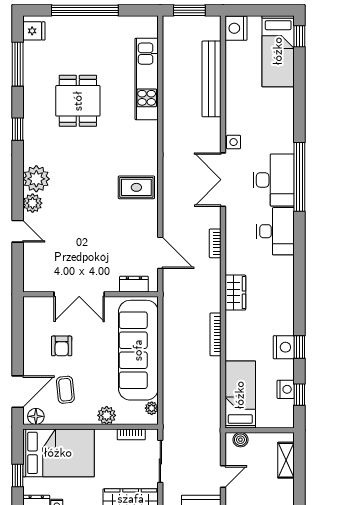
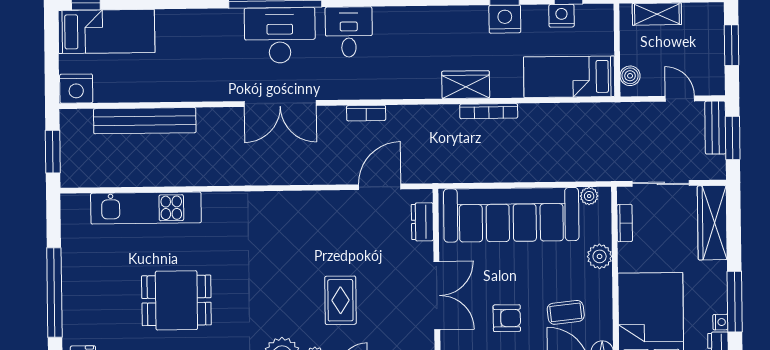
side table: (234, 142) -> (229, 90), removed
rug: (136, 187) -> (340, 300), moved
desk: (276, 231) -> (349, 32), width x0.73
wardrobe: (235, 293) -> (466, 85), moved

